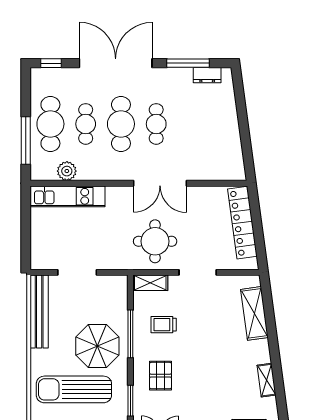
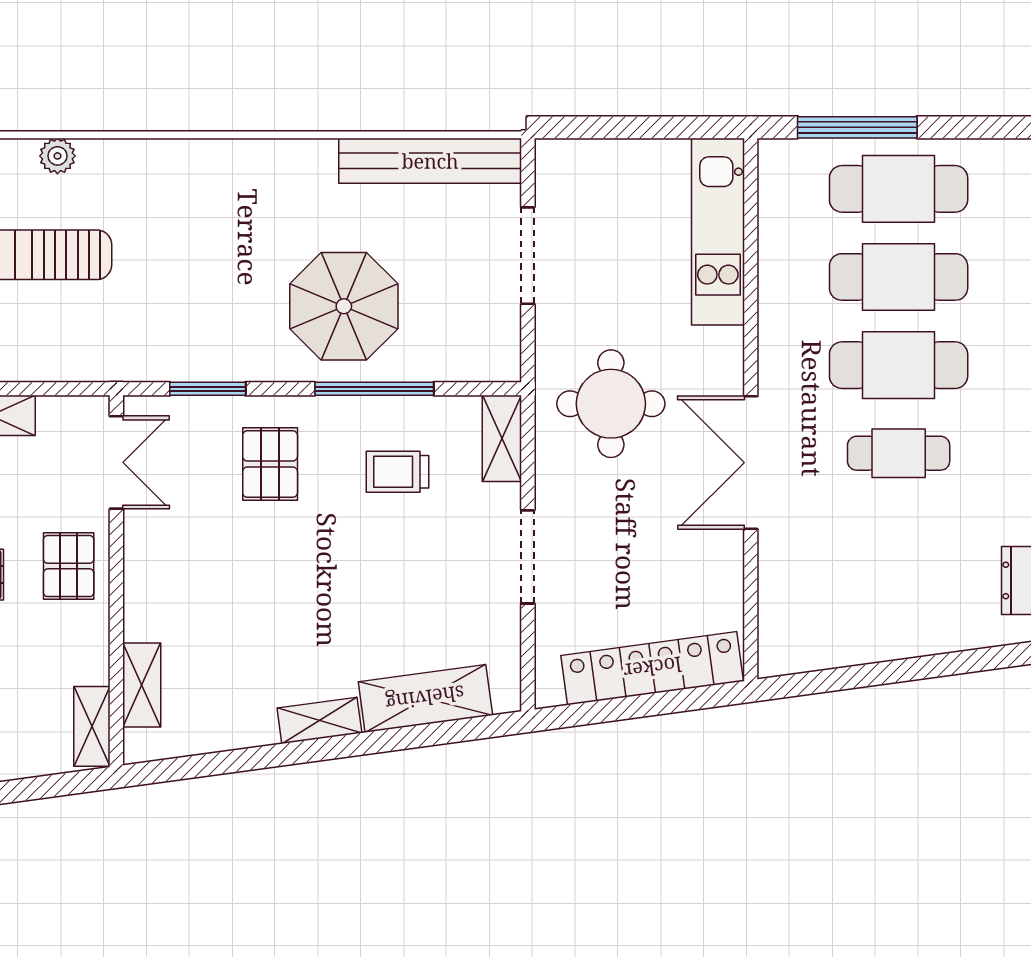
cafe table: (86, 124) -> (899, 277), width x1.37, depth x1.35
plant: (67, 171) -> (781, 230), removed
round table: (155, 241) -> (611, 404), moved
trolley: (164, 325) -> (397, 472), turned -90
pallet: (161, 376) -> (270, 464), turned 90
shelving: (267, 380) -> (319, 720), moved
sun lounger: (74, 389) -> (236, 248), removed

